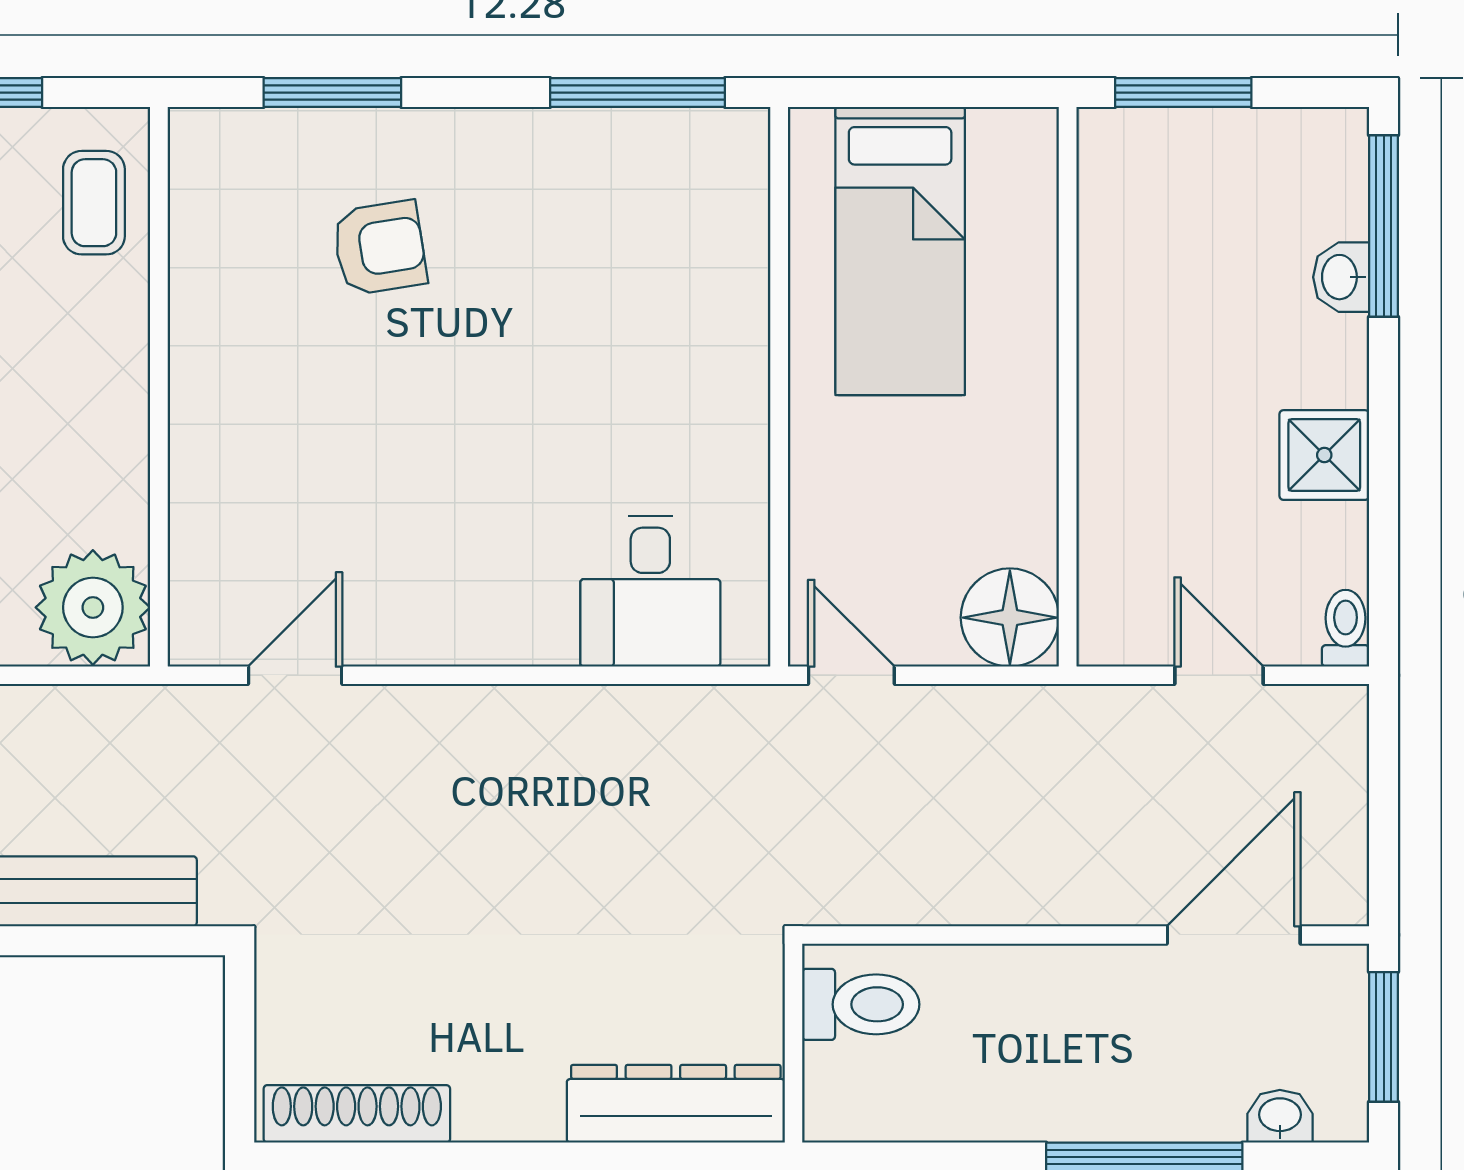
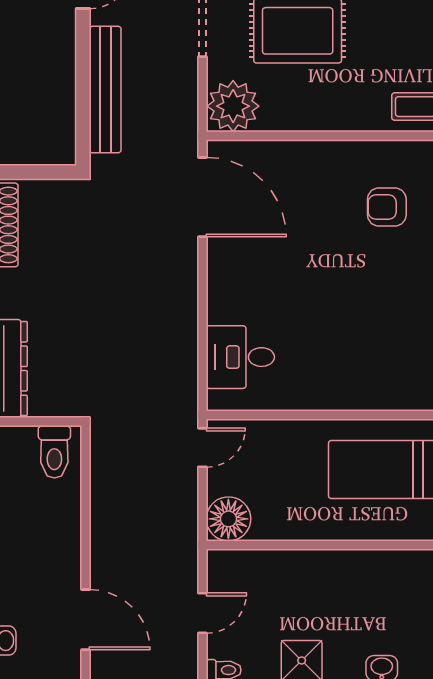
armchair: (380, 248) -> (387, 207), moved, turned 99
door: (295, 675) -> (202, 197), width x1.88

